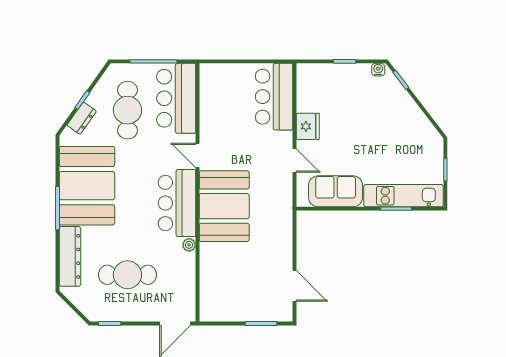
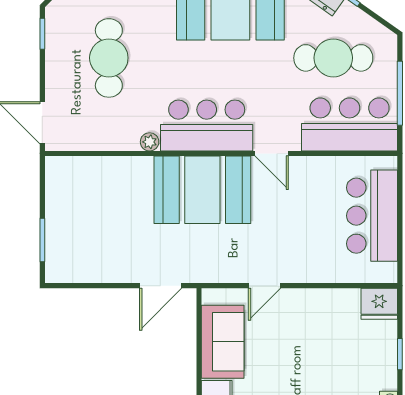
bar counter: (274, 97) -> (372, 216), moved, turned -90
fridge: (308, 126) -> (379, 304), moved
door: (198, 155) -> (272, 153), swing flipped
door: (294, 286) -> (161, 286), moved

